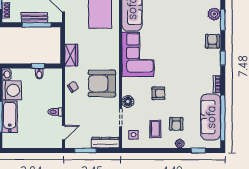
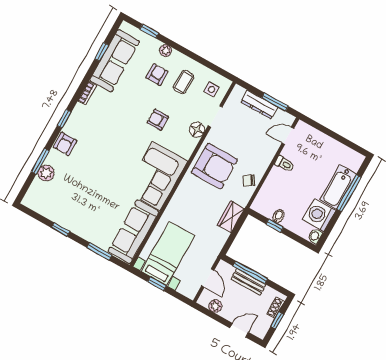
window: (223, 118) -> (102, 52), width x0.32
dresser: (105, 143) -> (259, 105), moved

